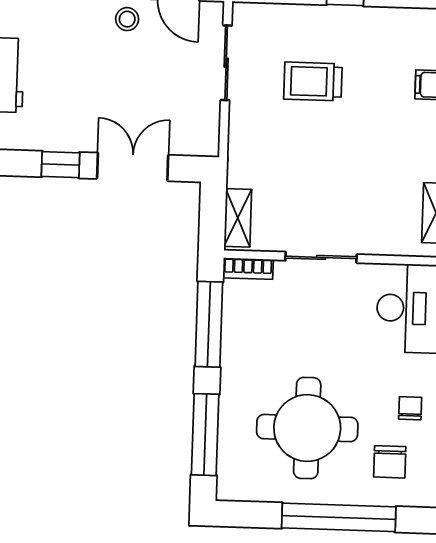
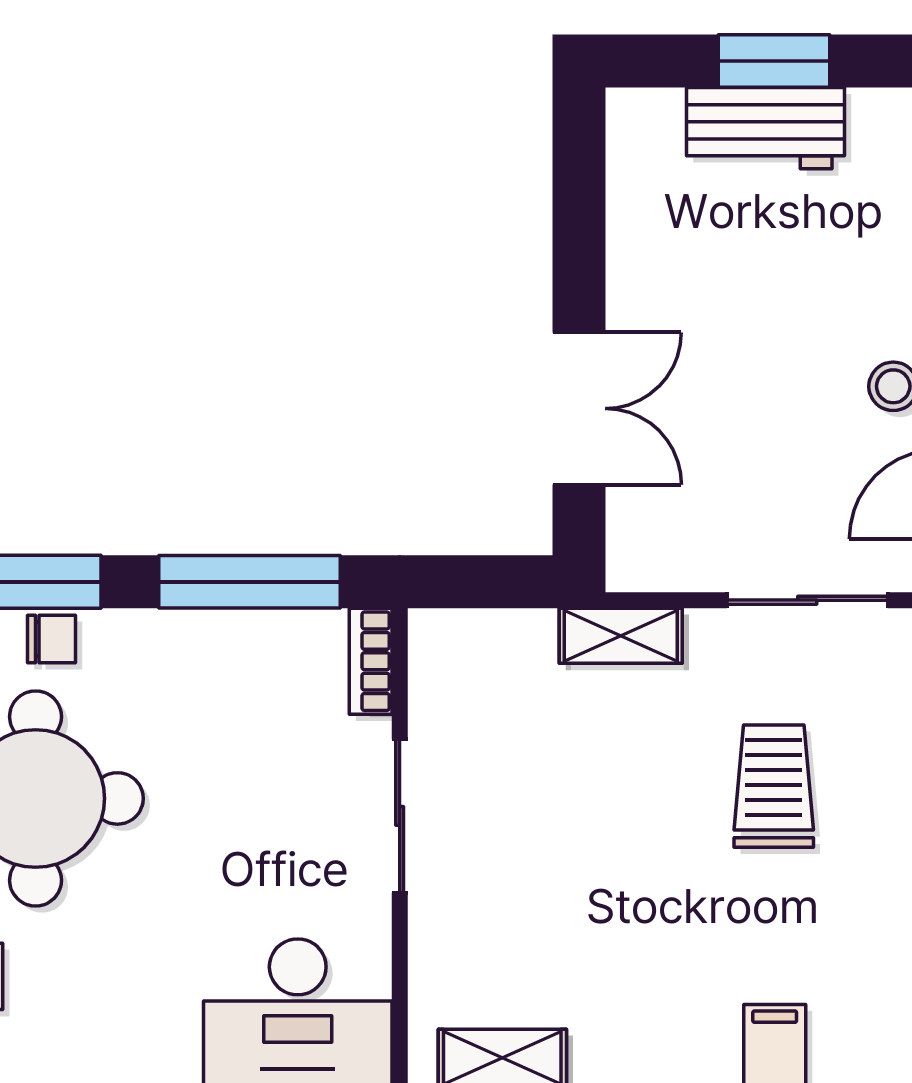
window: (61, 165) -> (579, 255), removed
shelving: (238, 218) -> (621, 636), moved
chair: (410, 408) -> (52, 639), moved

